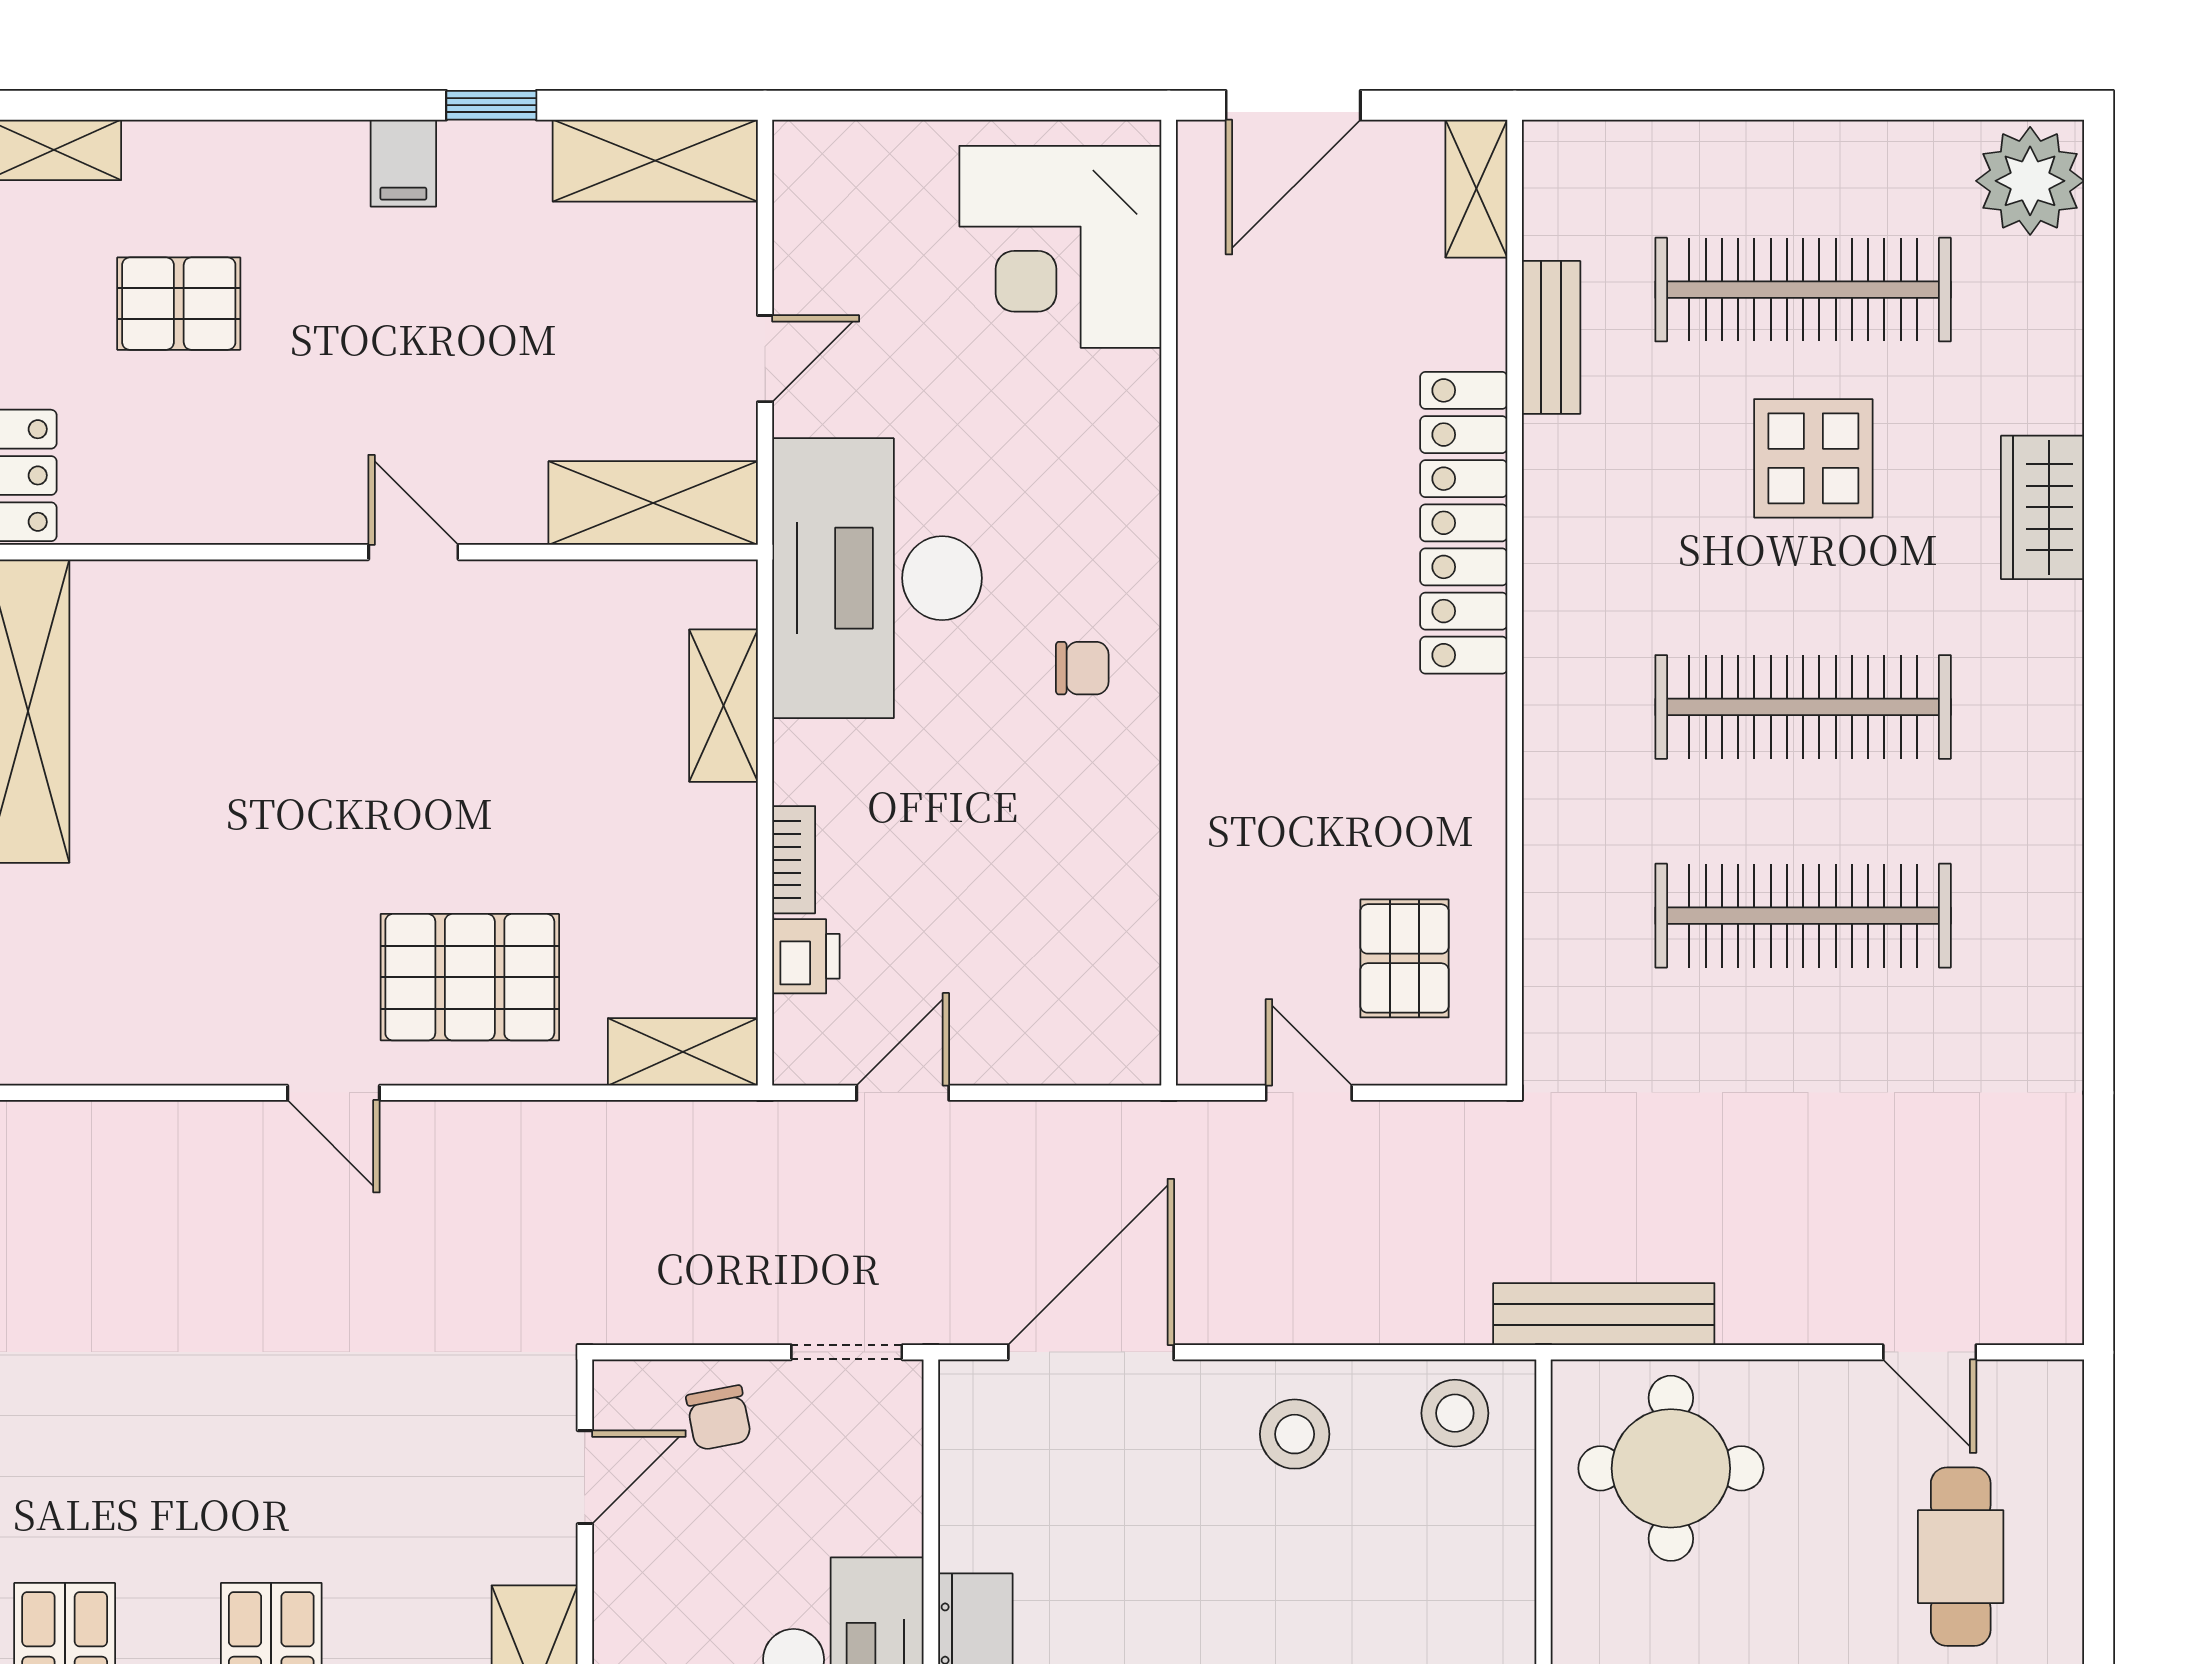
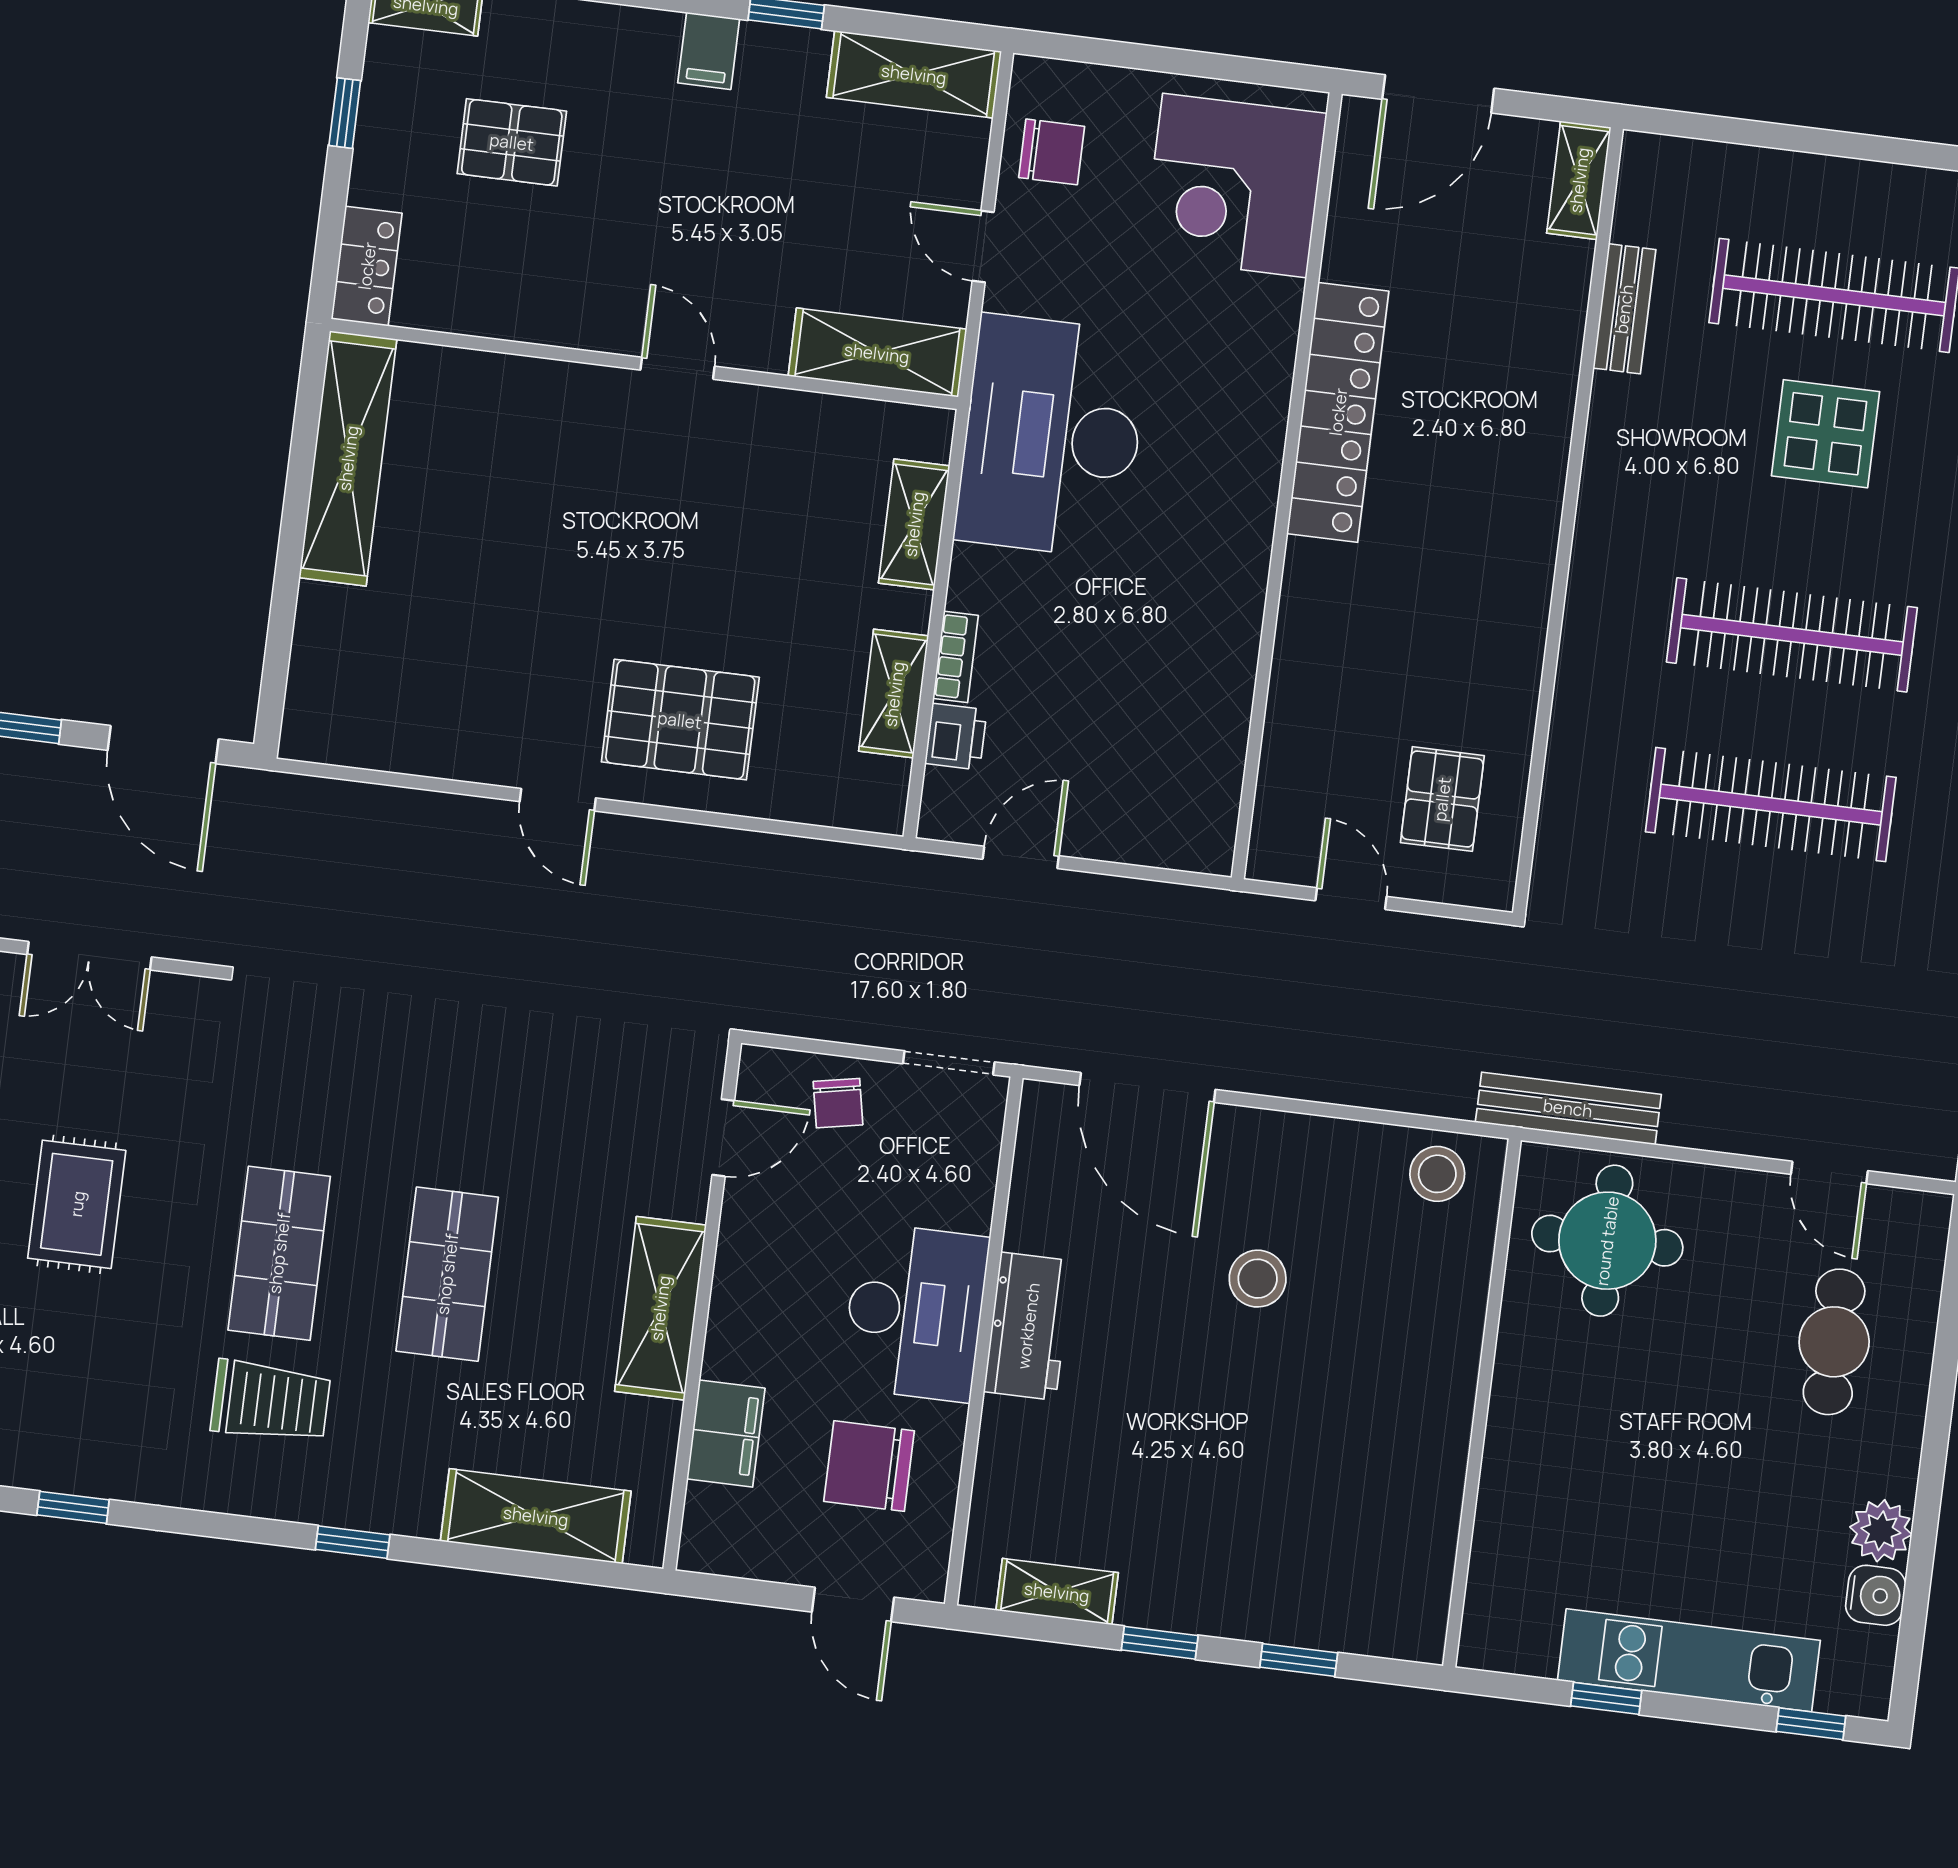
door: (765, 359) -> (983, 246), swing flipped
locker: (1464, 523) -> (1338, 412), moved, turned 180
chair: (1082, 668) -> (1052, 152), moved, width x1.37, depth x1.37
shelving: (683, 1052) -> (894, 694), moved, turned 90
door: (1091, 1352) -> (1147, 1088), swing flipped
stool: (1295, 1434) -> (1258, 1279), moved

